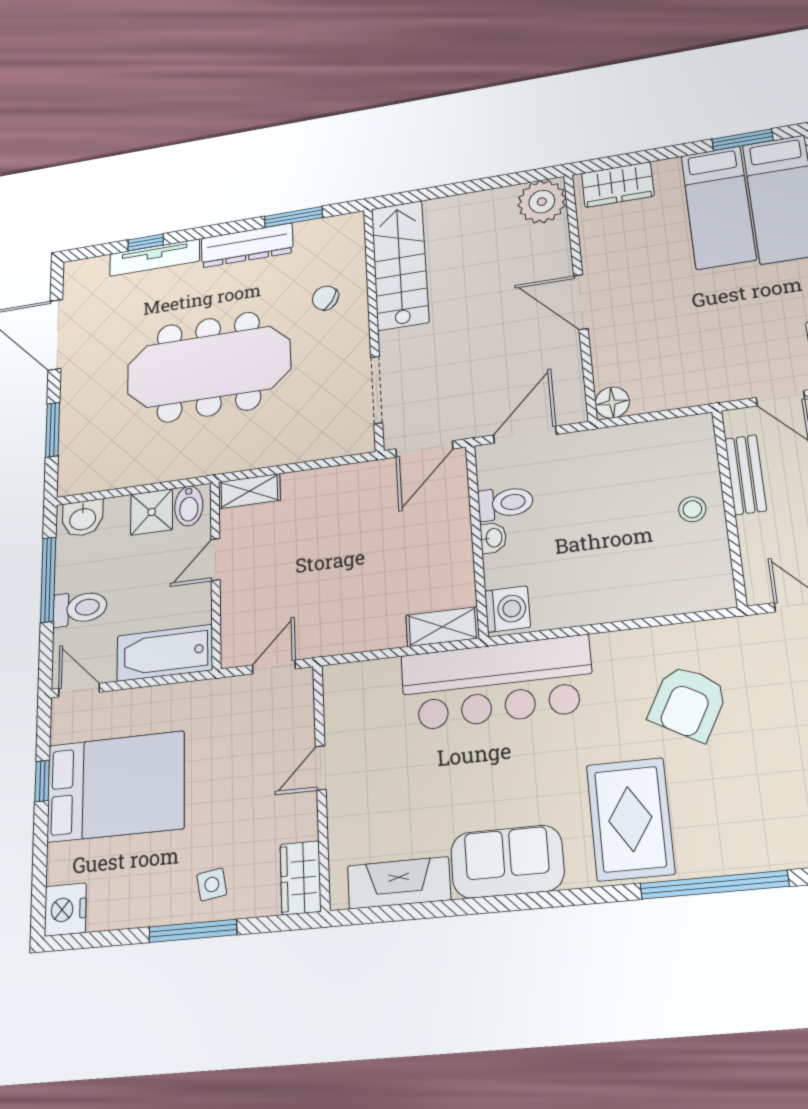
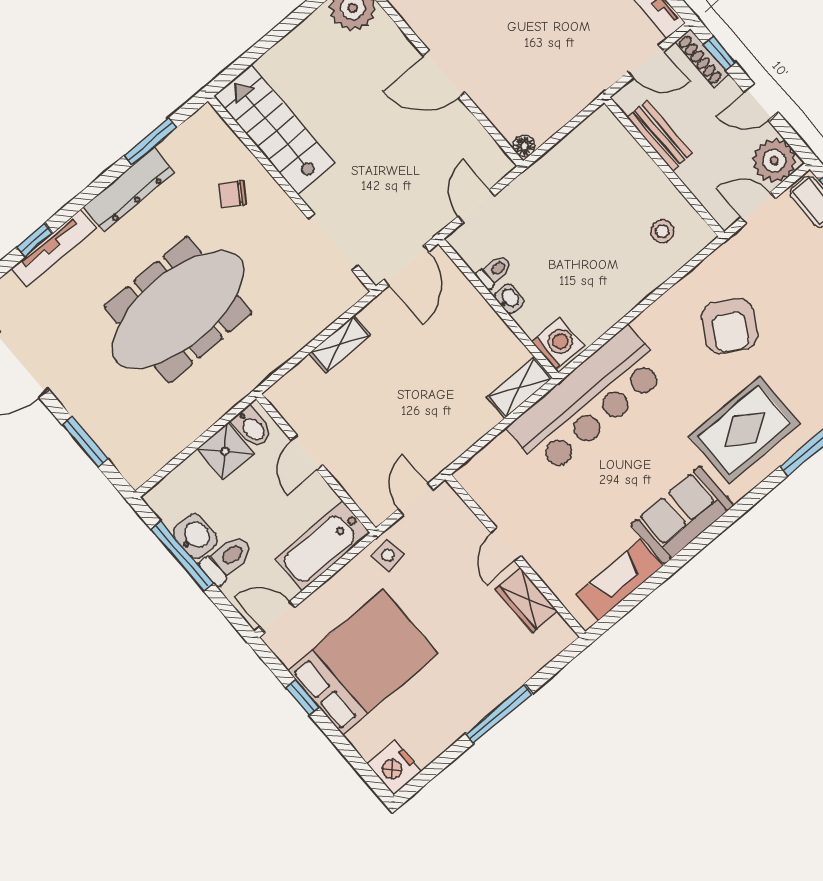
floor lamp: (612, 403) -> (524, 146), width x0.73, depth x0.73
door: (525, 435) -> (476, 206), width x0.73
shelving: (249, 491) -> (340, 344), moved
toilet: (506, 503) -> (494, 271), width x0.73, depth x0.72
stool: (692, 509) -> (662, 231), moved
washbasin: (83, 518) -> (195, 536), moved, turned -90
rug: (630, 819) -> (744, 430), turned 90
wardrobe: (301, 878) -> (527, 600), moved
side table: (212, 885) -> (388, 555), moved

